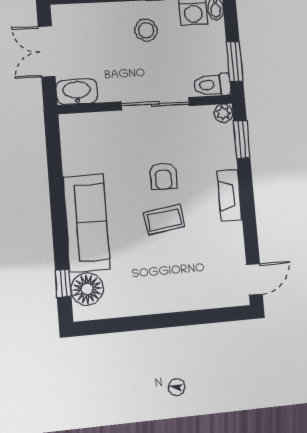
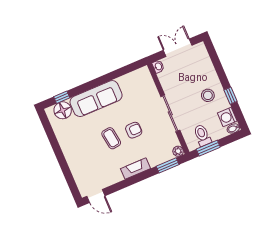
toilet: (212, 85) -> (202, 135), moved
washbasin: (77, 92) -> (158, 66), width x0.52, depth x0.69
armchair: (163, 176) -> (134, 130), turned 180

